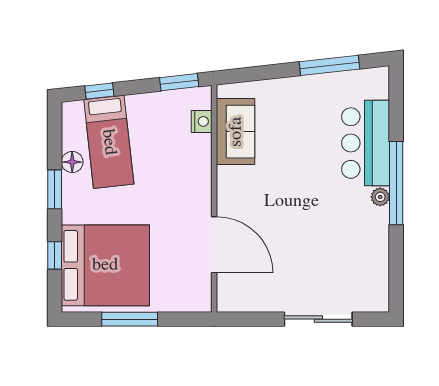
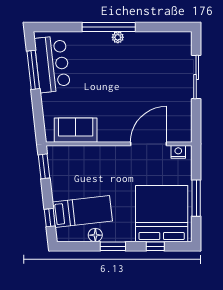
nightstand: (202, 121) -> (178, 152), moved
bar counter: (366, 143) -> (52, 64), moved, turned -96

